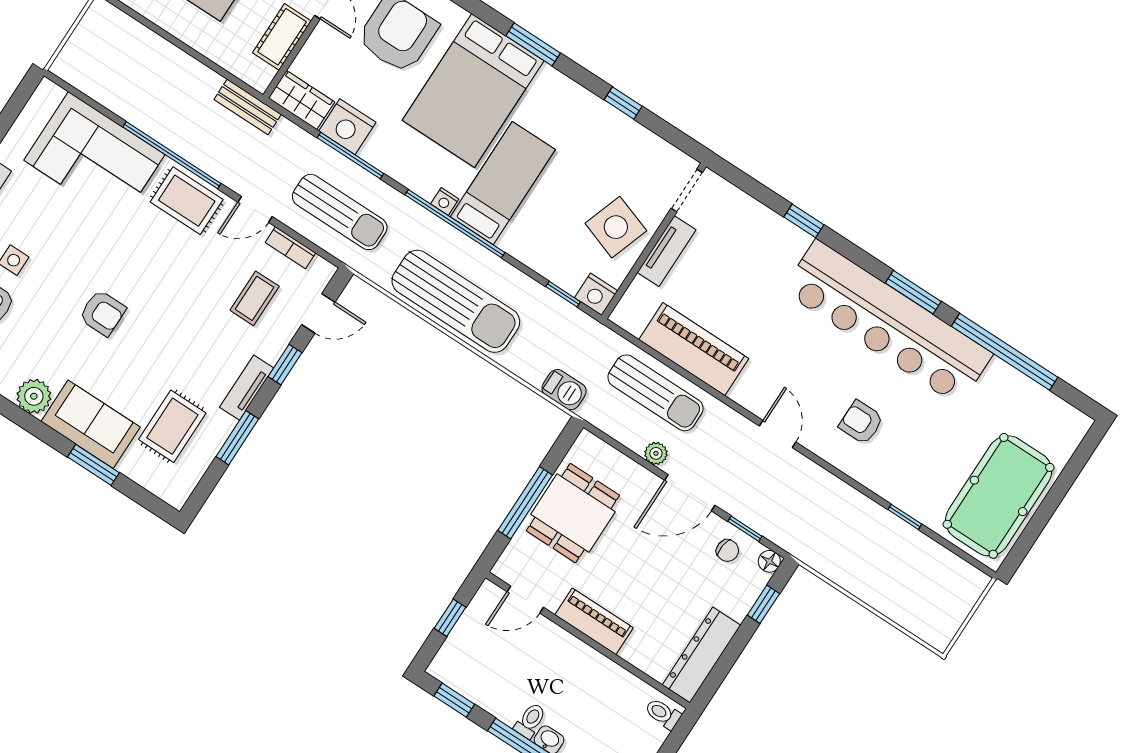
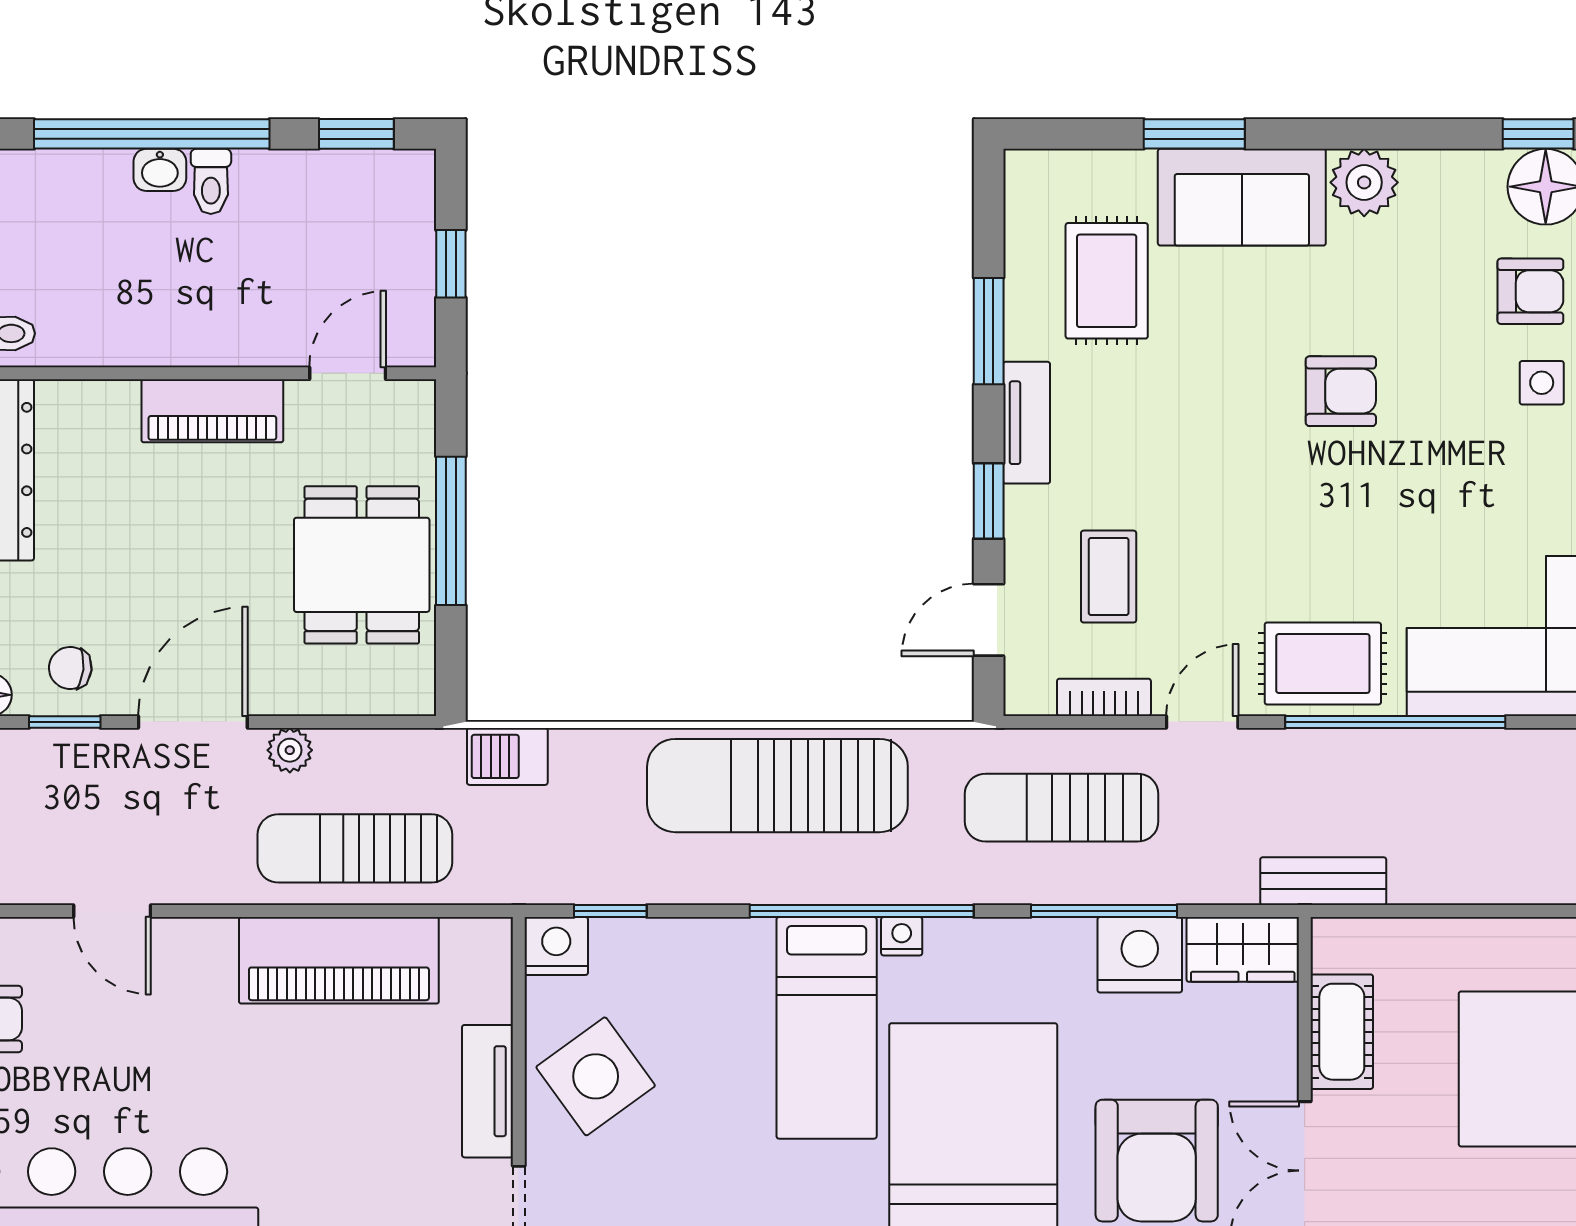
side table: (616, 227) -> (596, 1076), turned 35
armchair: (102, 313) -> (1341, 391), turned 180

